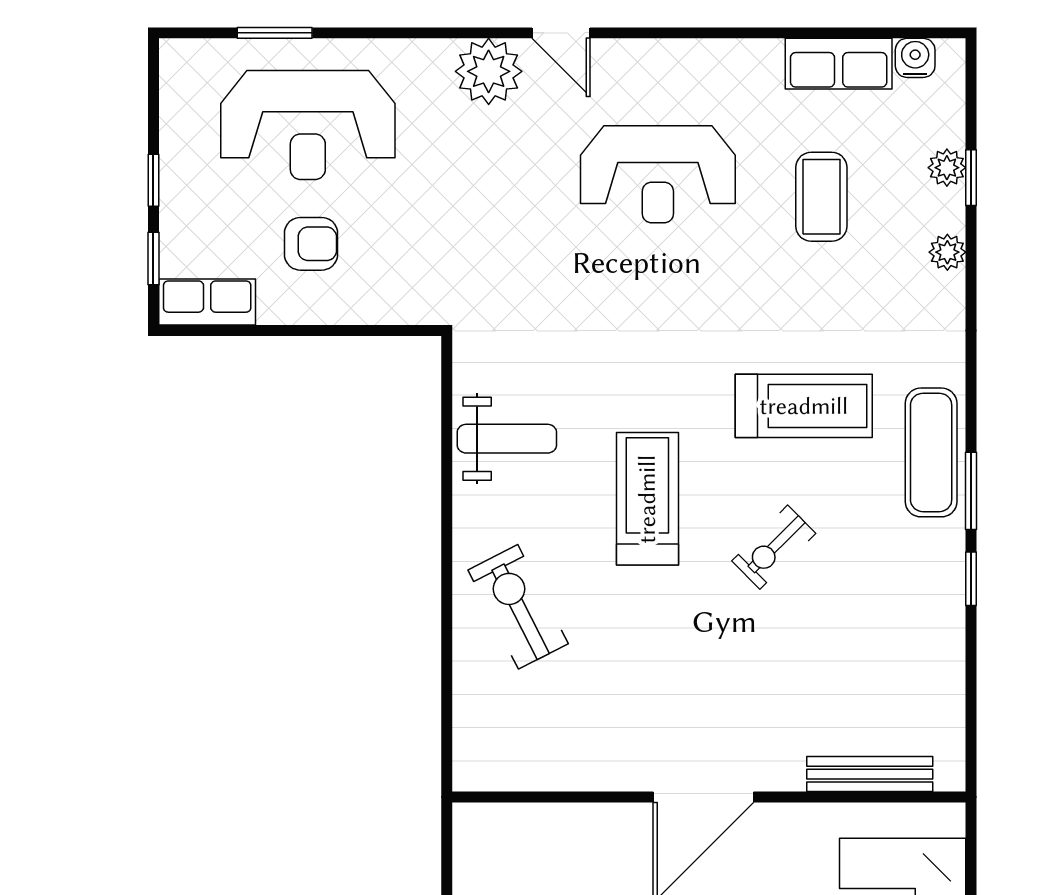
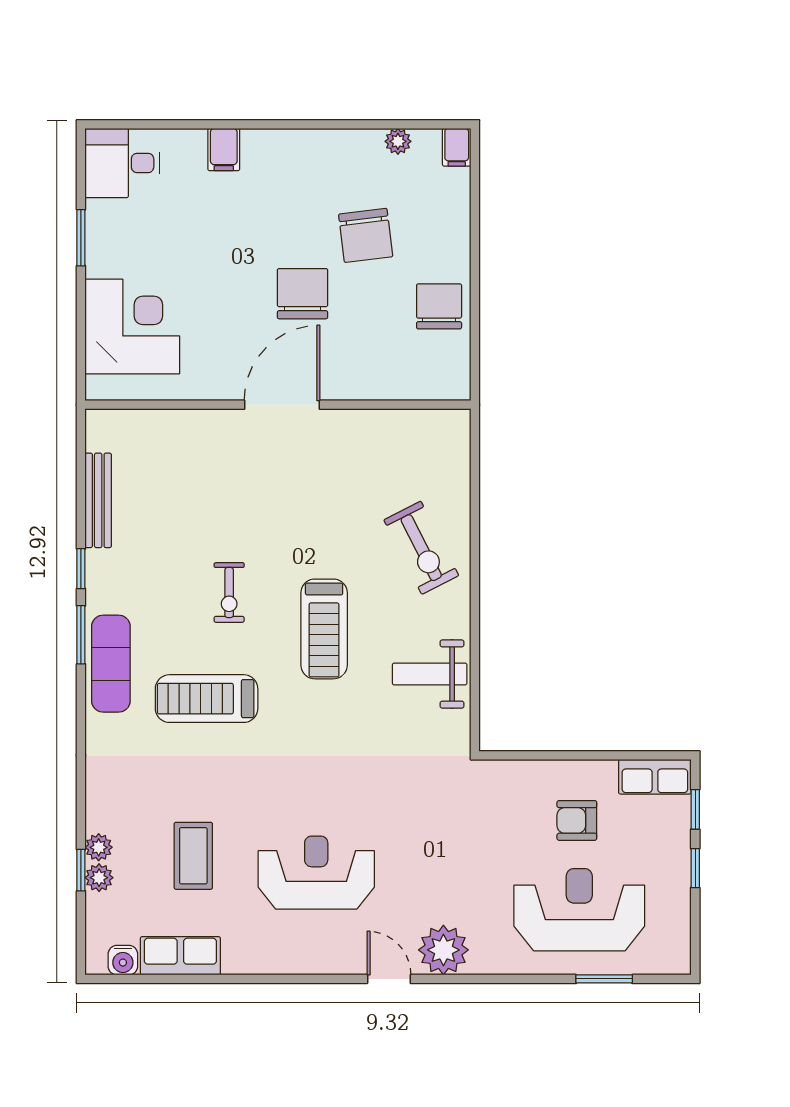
plant: (947, 252) -> (99, 847), moved
exercise bike: (774, 547) -> (229, 593), turned 135
bench: (870, 774) -> (98, 500), moved, turned 90

